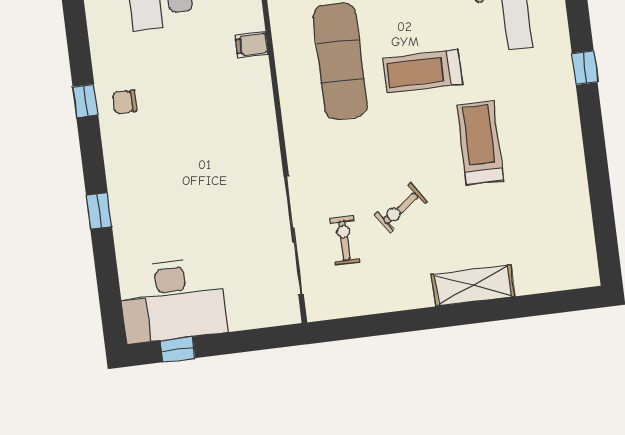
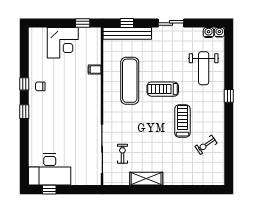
exercise bike: (401, 208) -> (206, 145), moved
window: (99, 211) -> (24, 112), moved
shelving: (473, 286) -> (146, 179), moved

